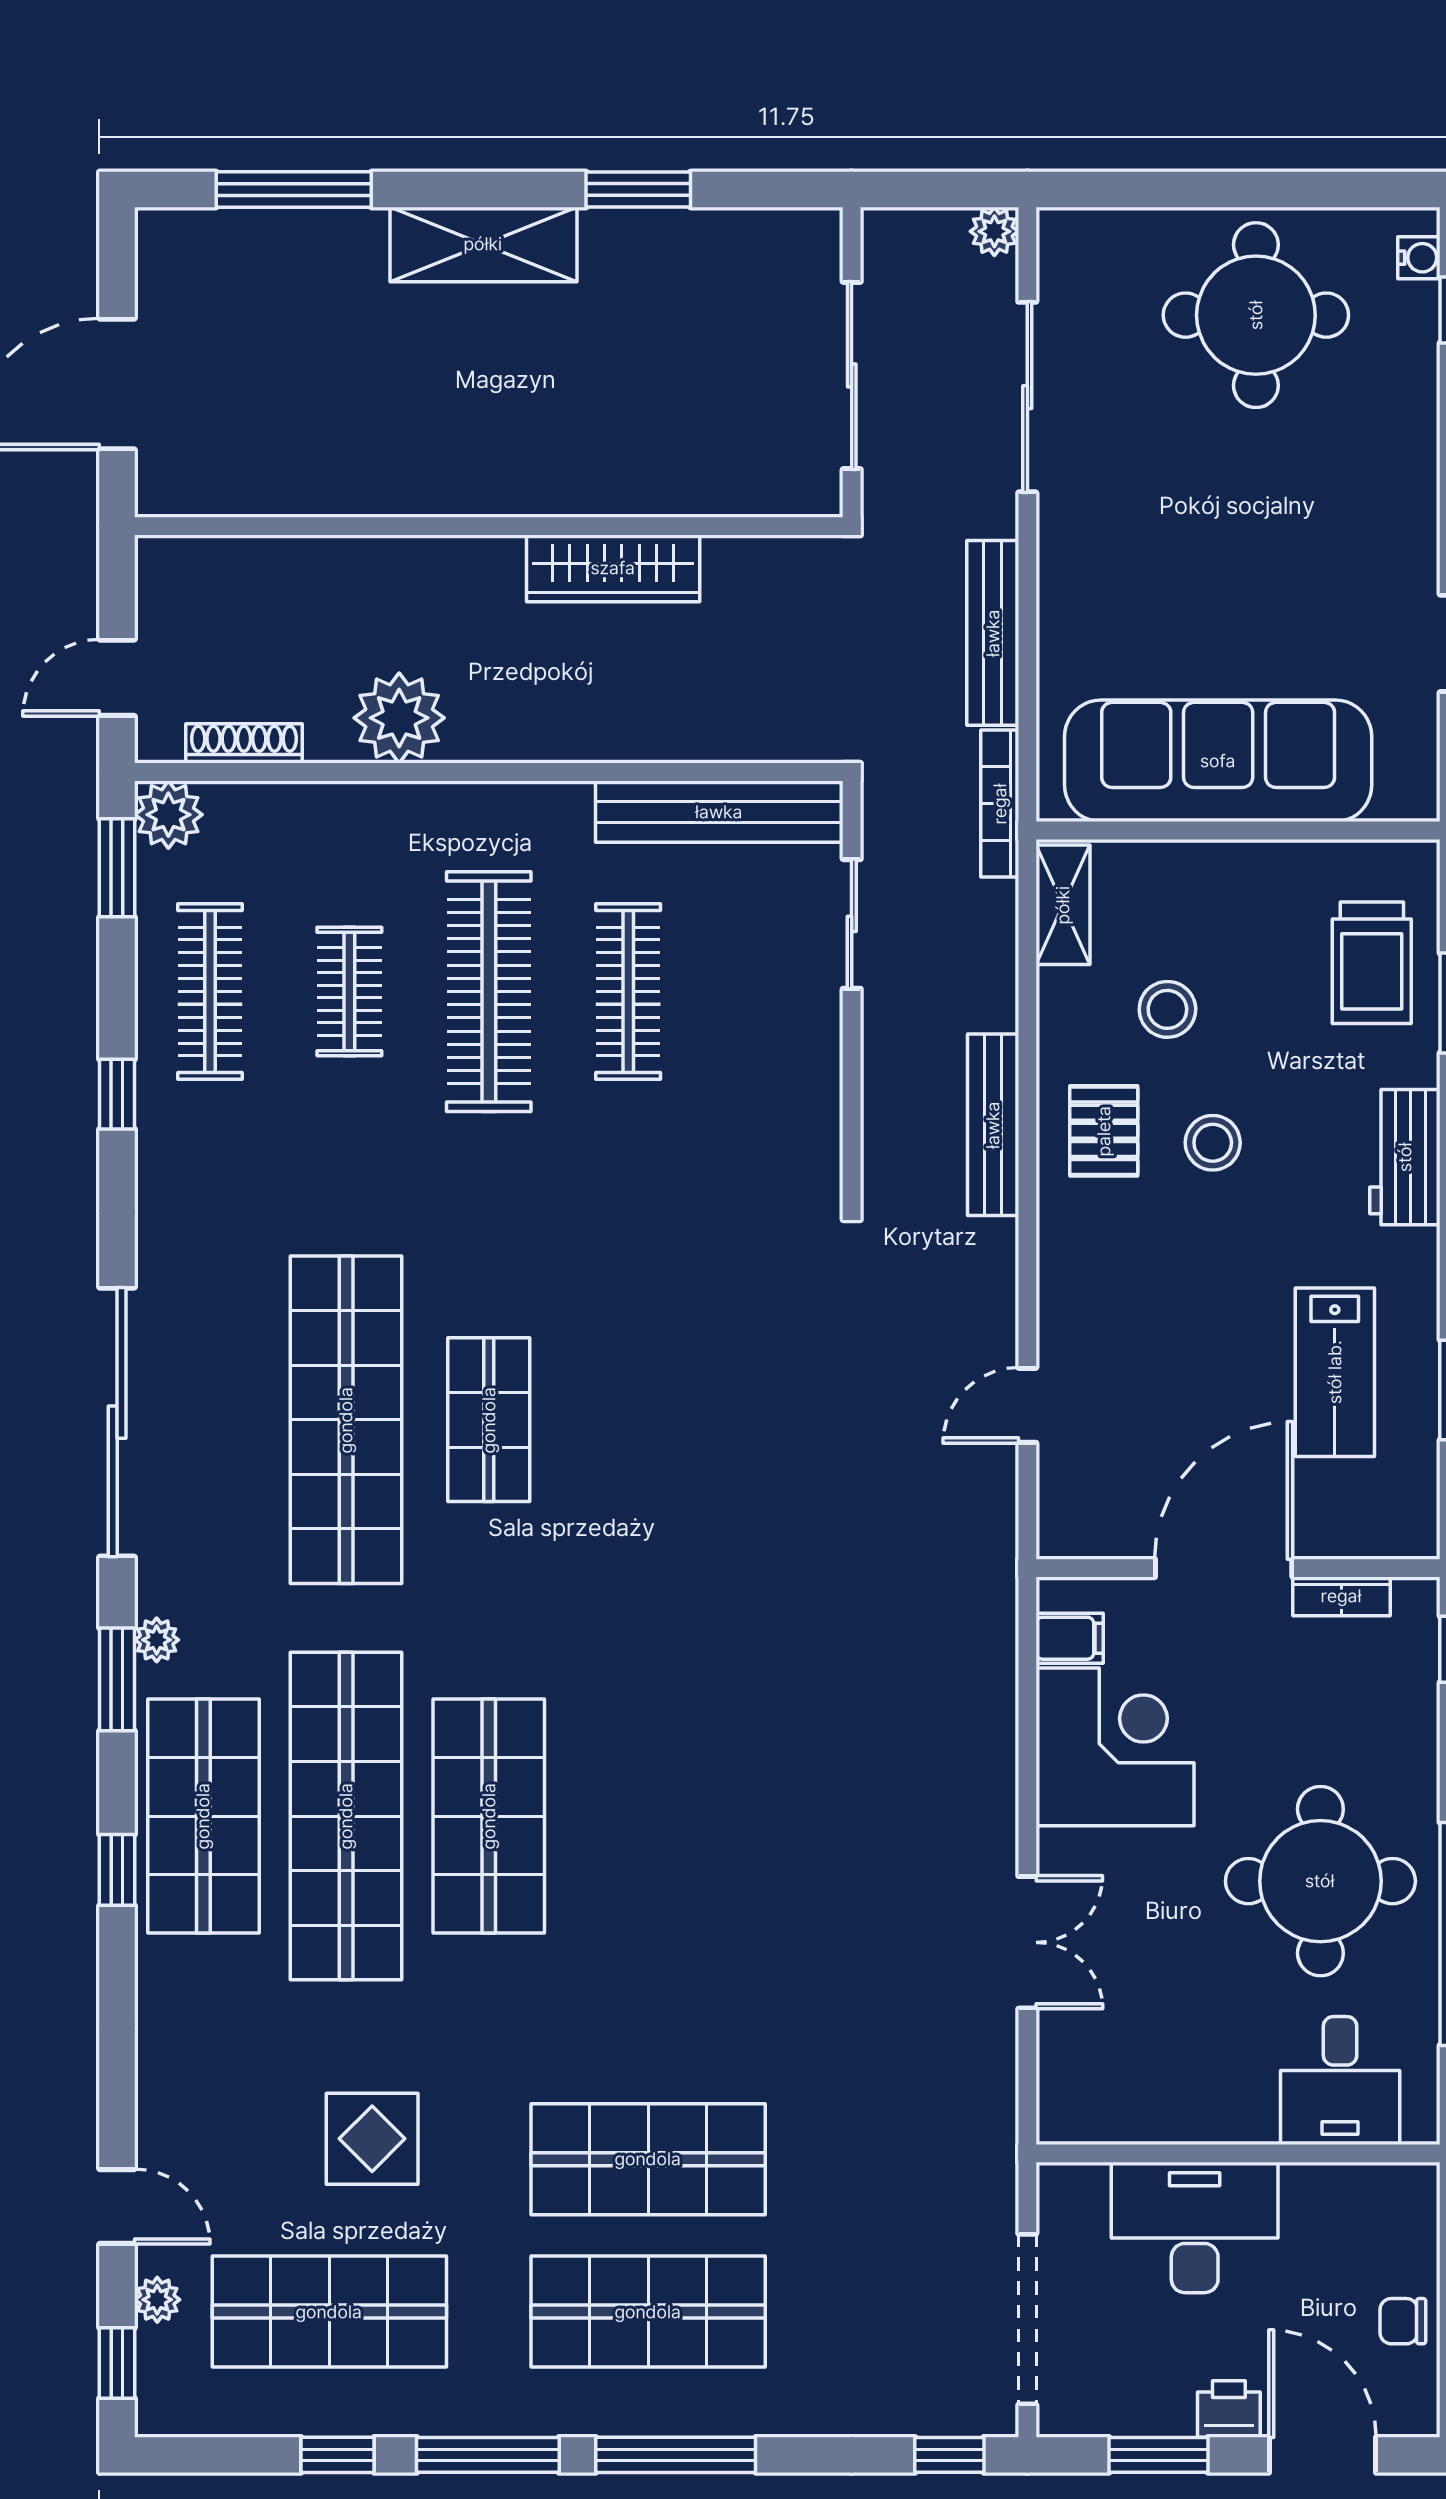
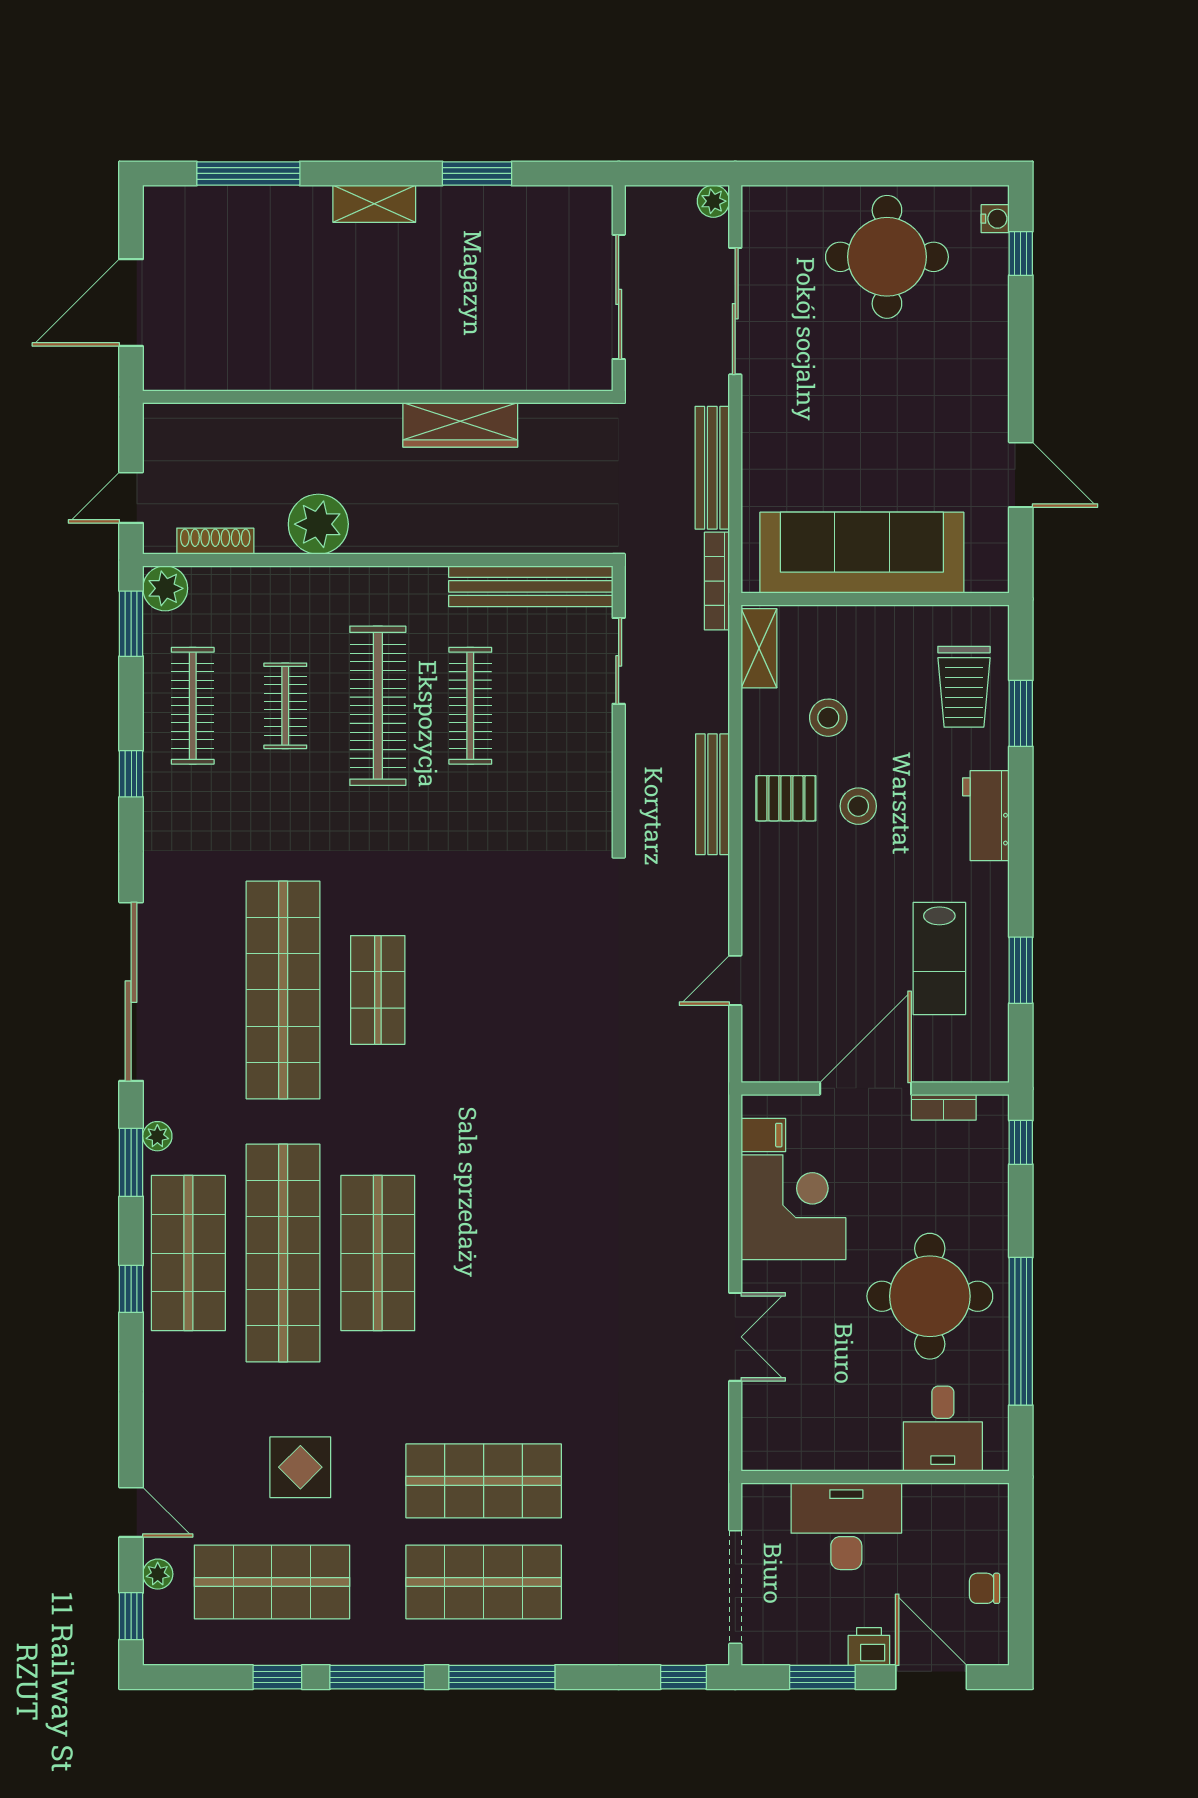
shelving: (483, 244) -> (374, 204), width x0.67, depth x0.75
pallet: (1104, 1131) -> (786, 798), turned 90

